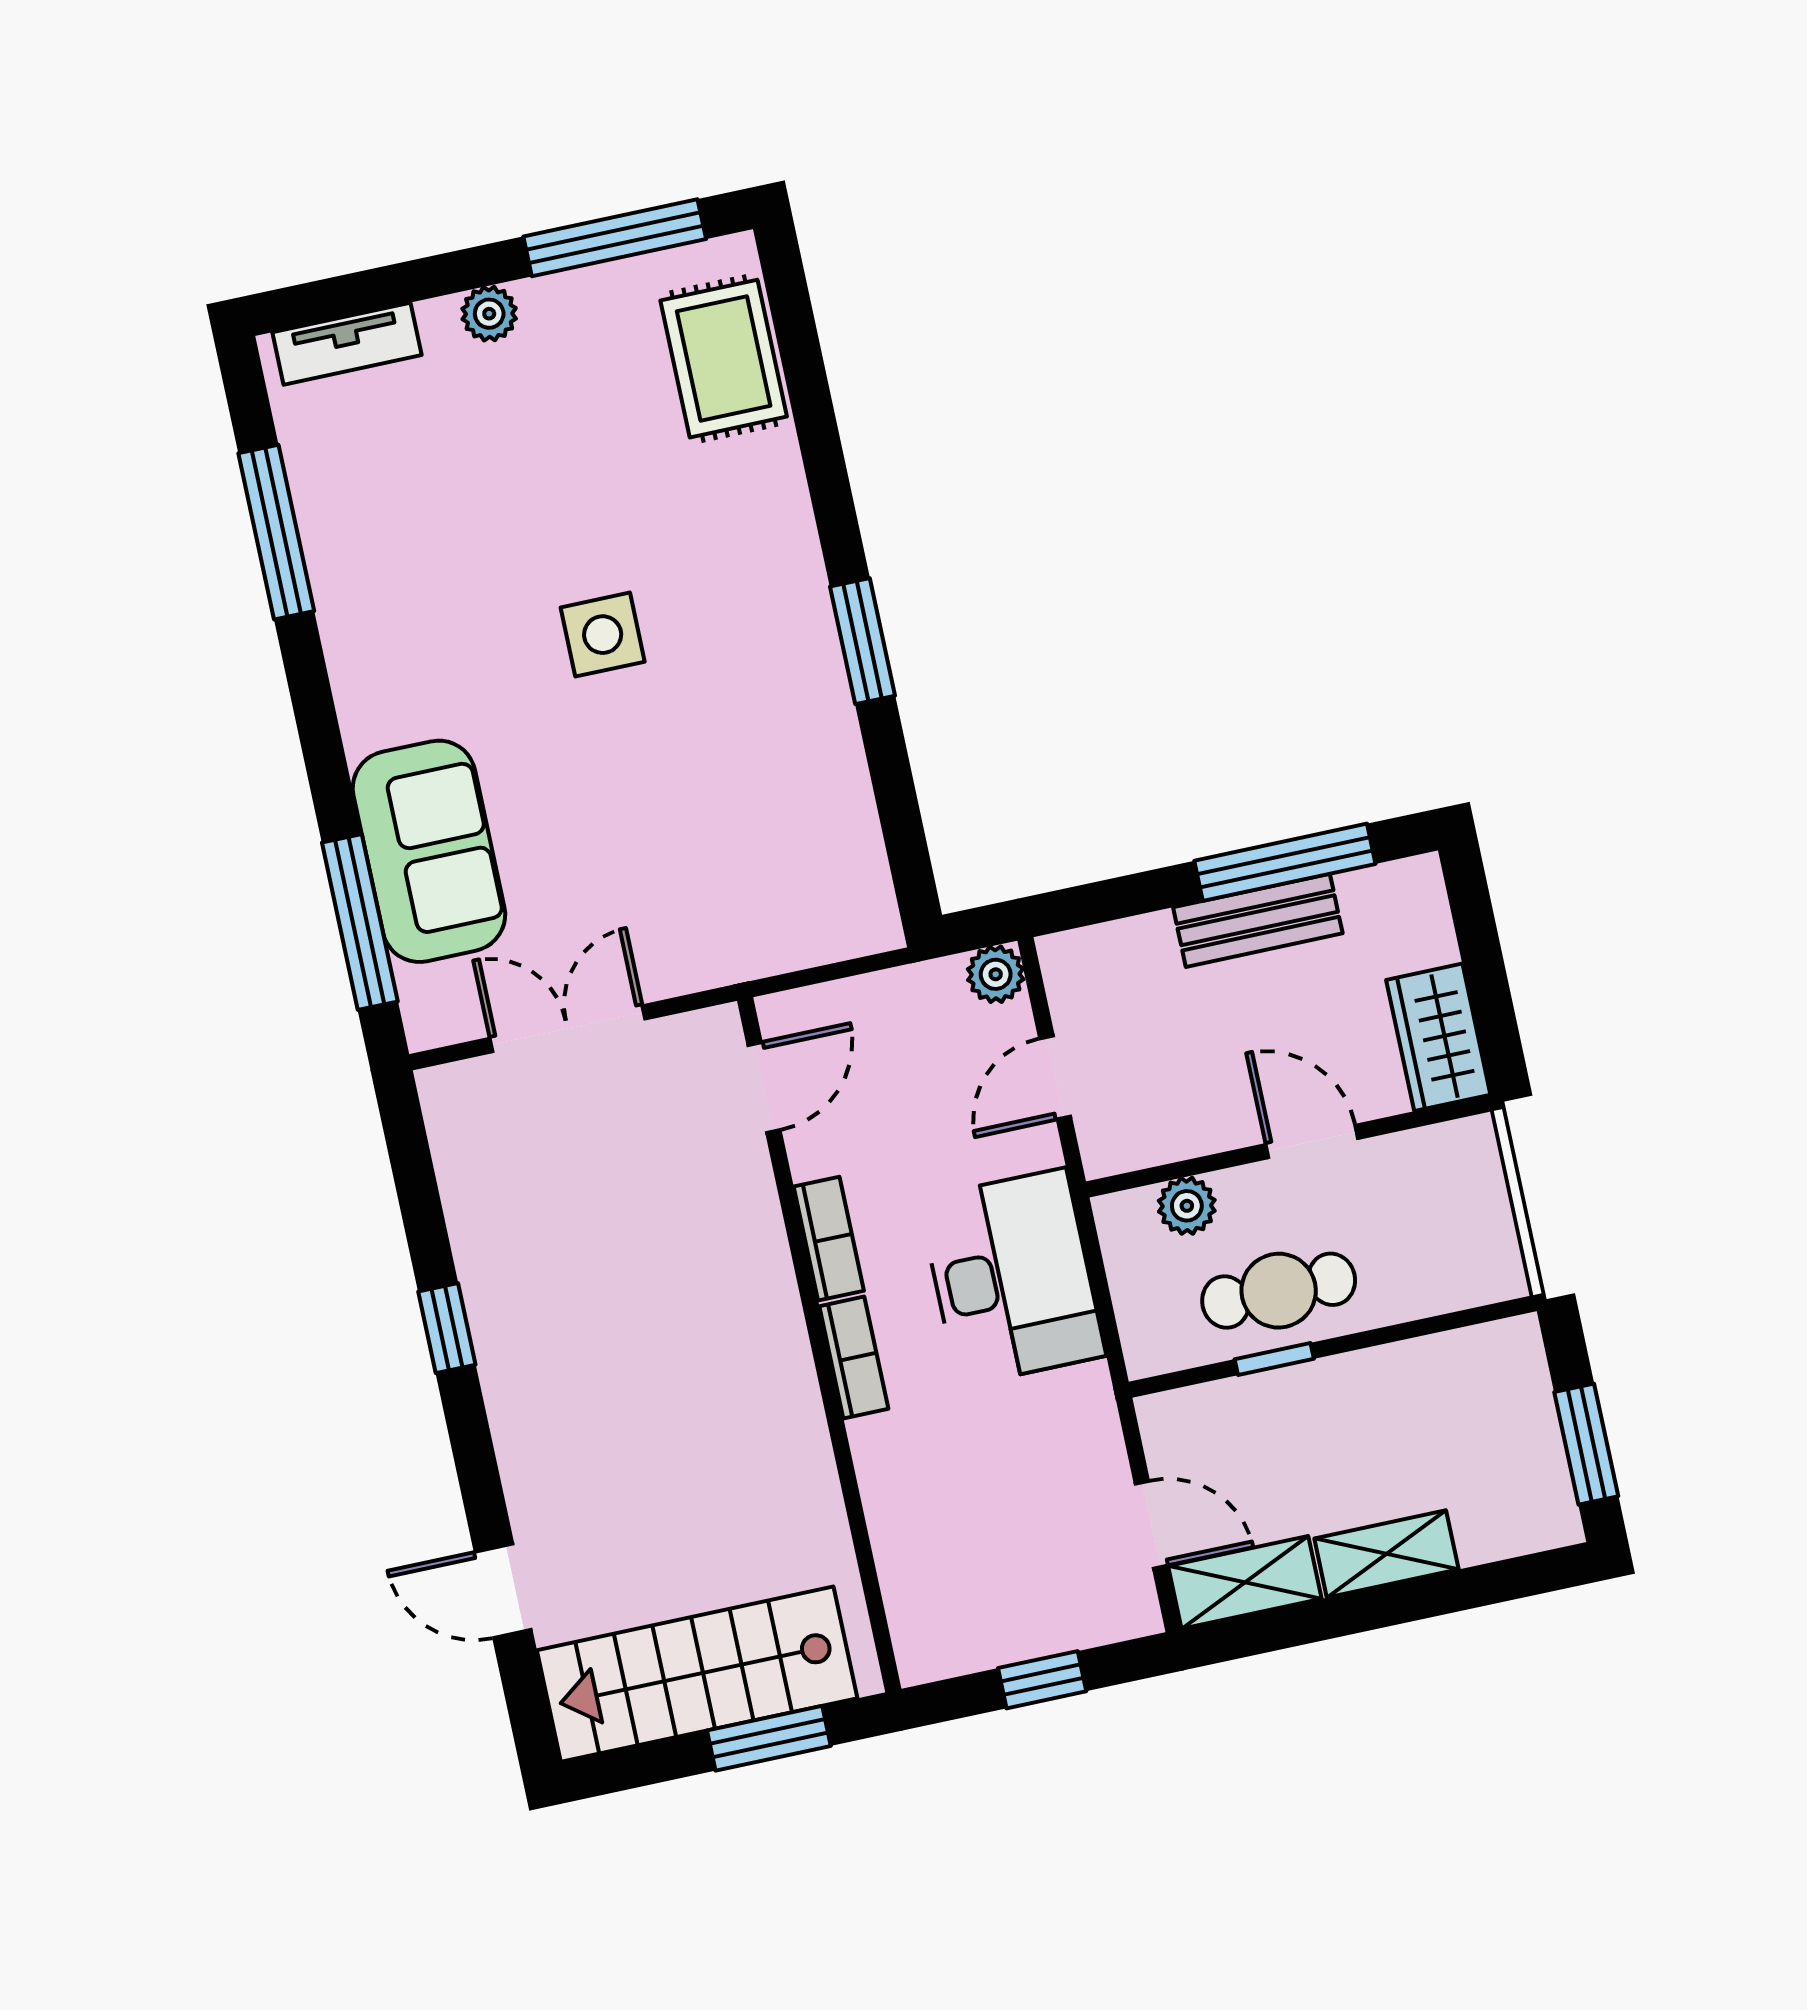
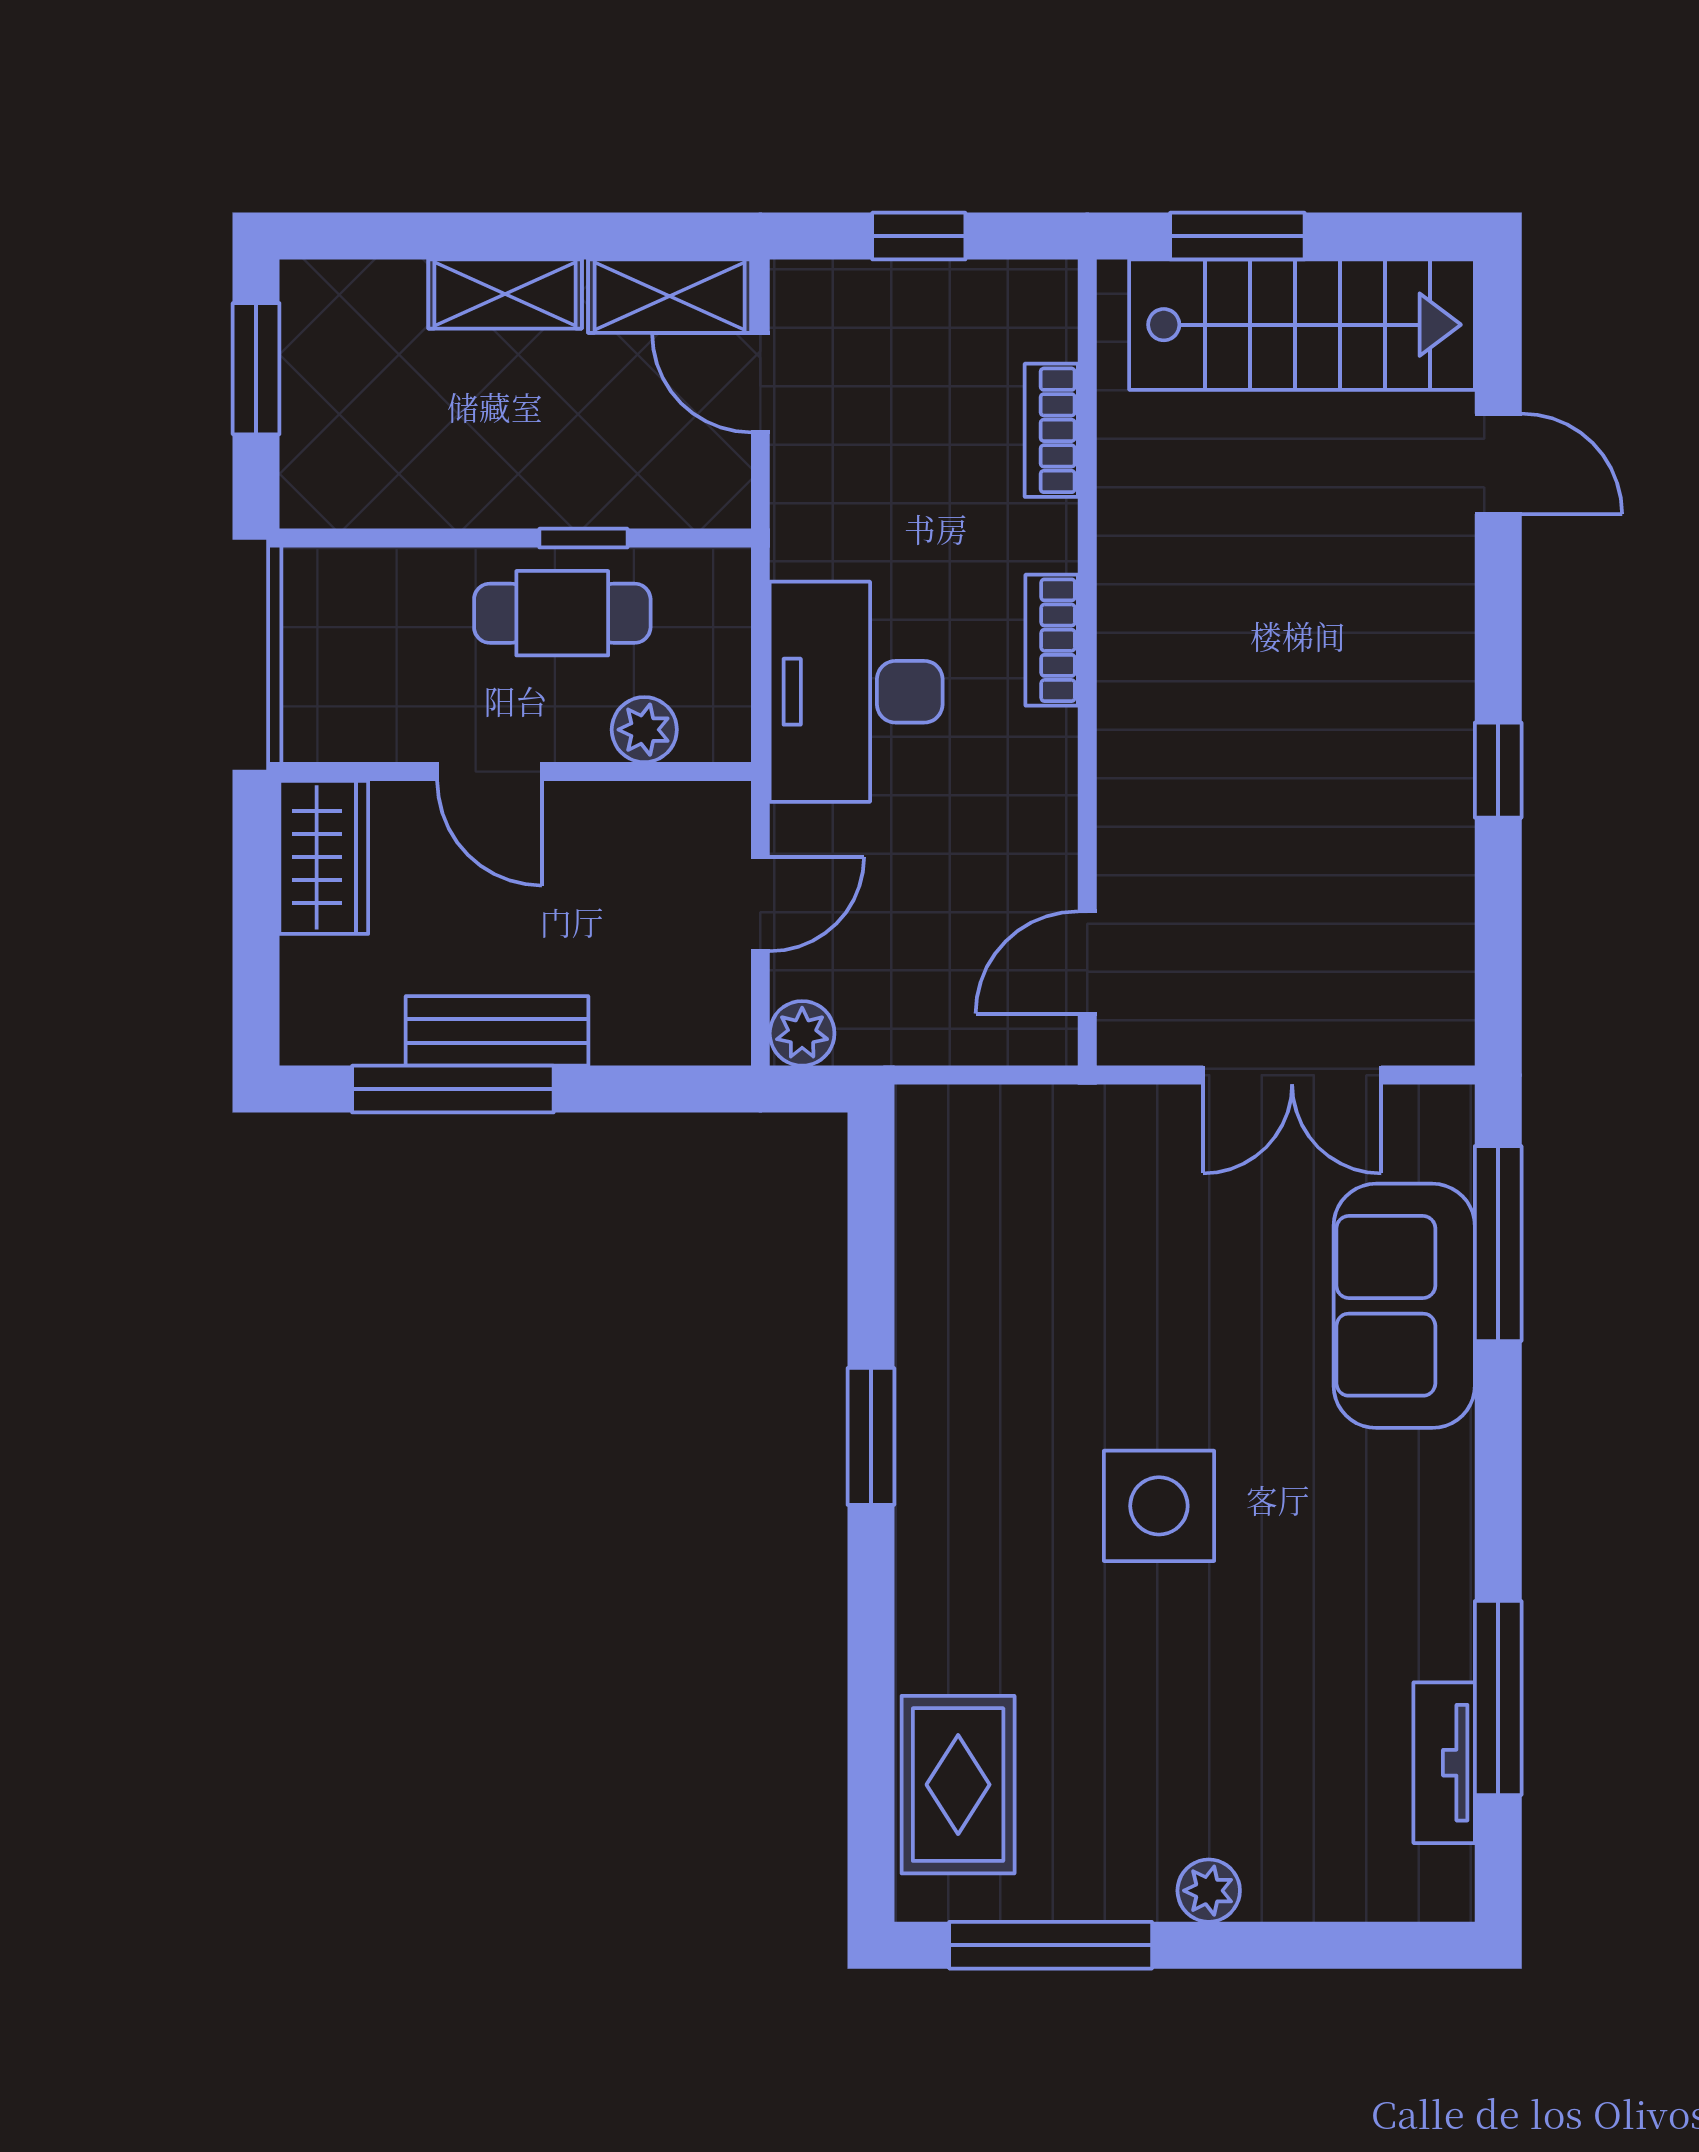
tv unit: (347, 344) -> (1444, 1763), moved, turned -90
side table: (603, 635) -> (1159, 1506), width x1.37, depth x1.37
bookcase: (829, 1239) -> (1051, 430), moved

